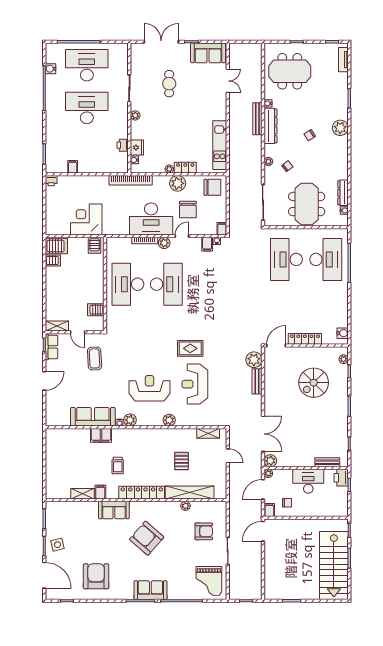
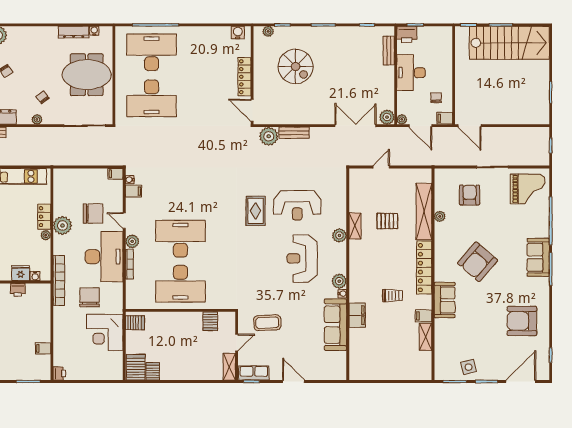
chair: (212, 187) -> (90, 297), moved
shelving: (208, 433) -> (355, 226), moved
side table: (57, 545) -> (469, 367), moved

